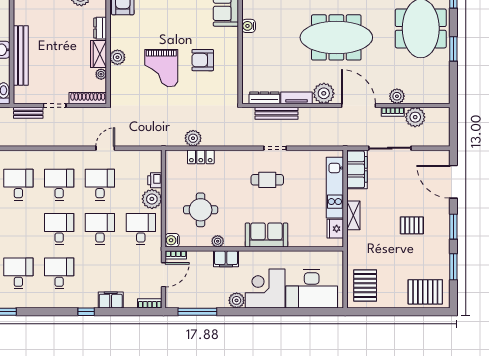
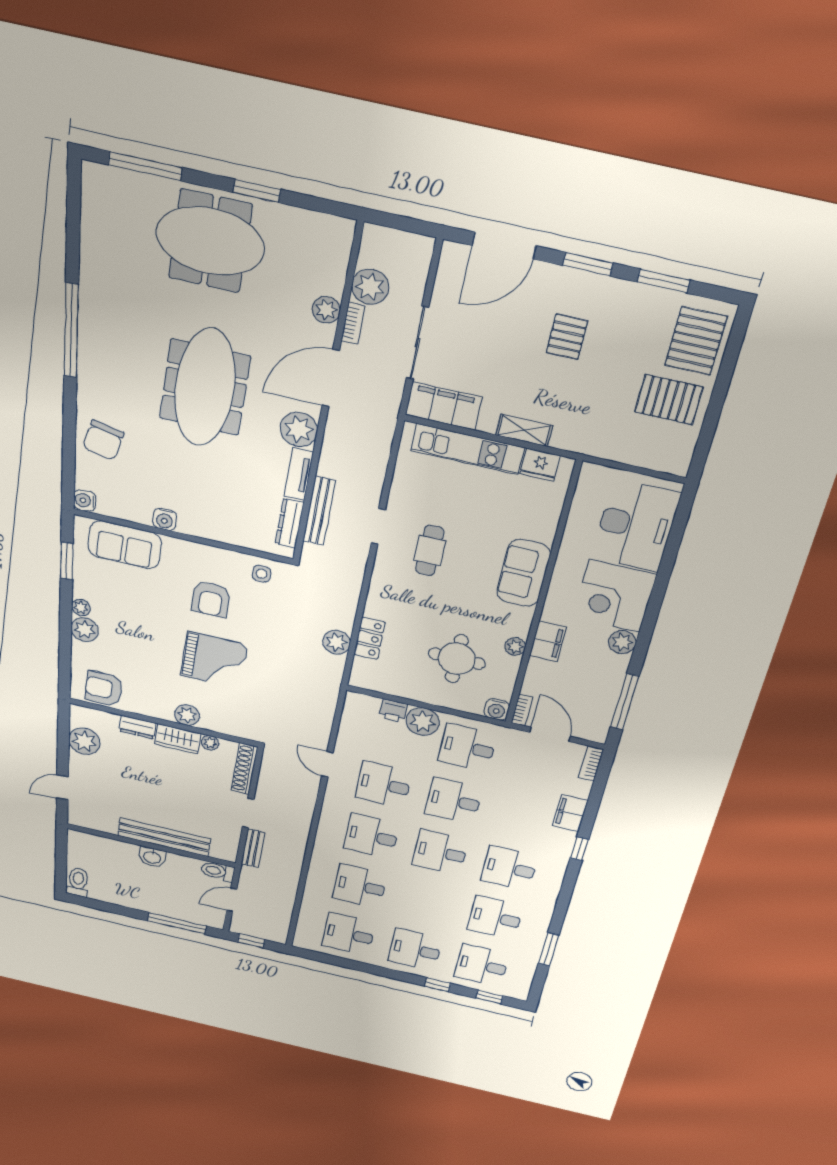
side table: (227, 87) -> (262, 574), added
pallet: (365, 286) -> (669, 400), moved

